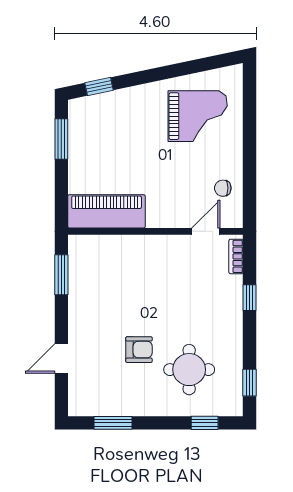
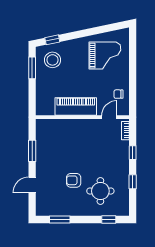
stool: (99, 124) -> (52, 60), added
piano: (107, 211) -> (76, 106), moved
window: (61, 275) -> (32, 151), moved
armchair: (139, 350) -> (74, 180), turned 180
window: (249, 383) -> (133, 182), moved

